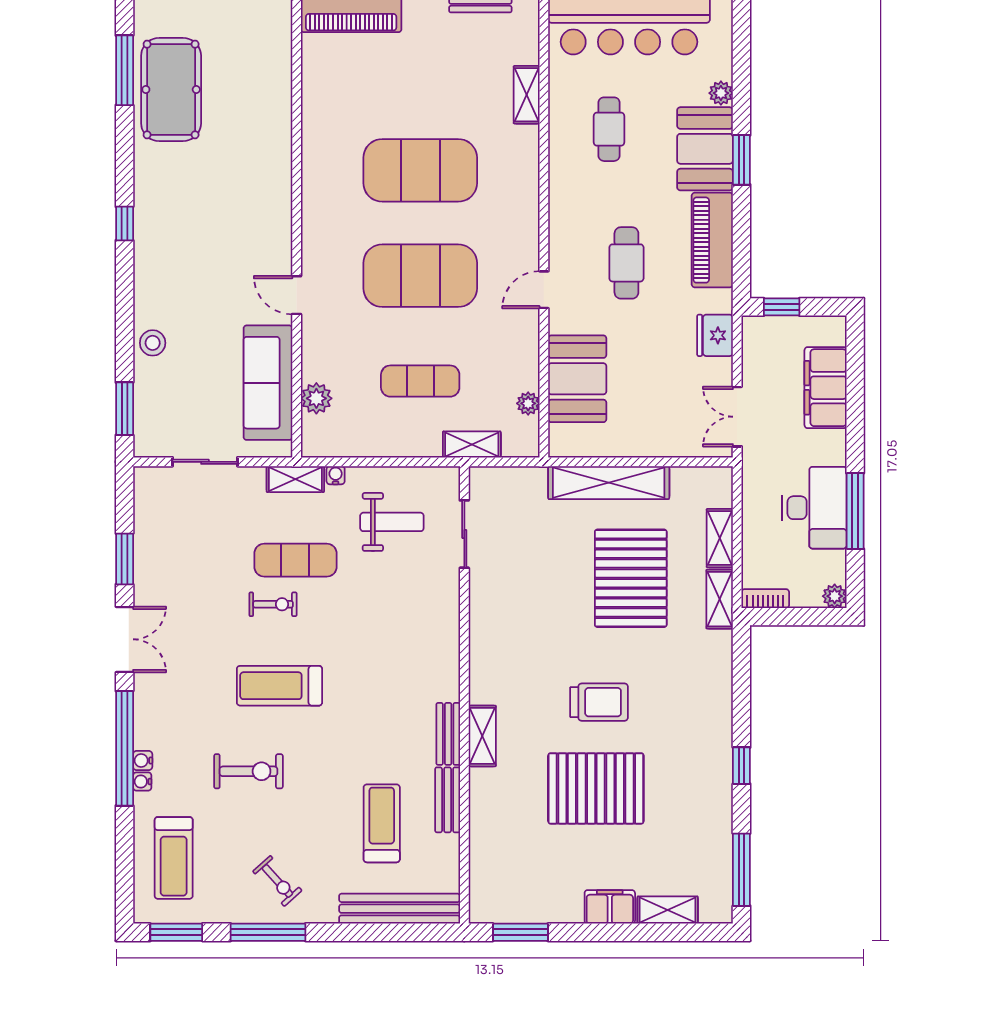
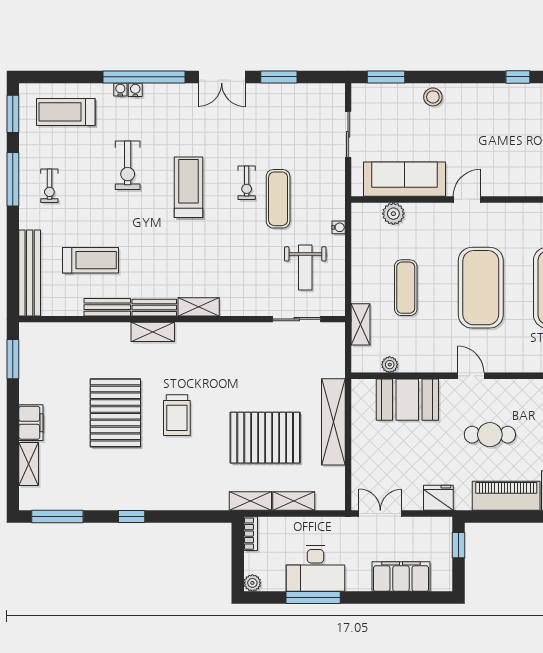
shelving: (295, 479) -> (199, 307), moved, turned 90
exercise bike: (277, 881) -> (49, 186), turned -48

